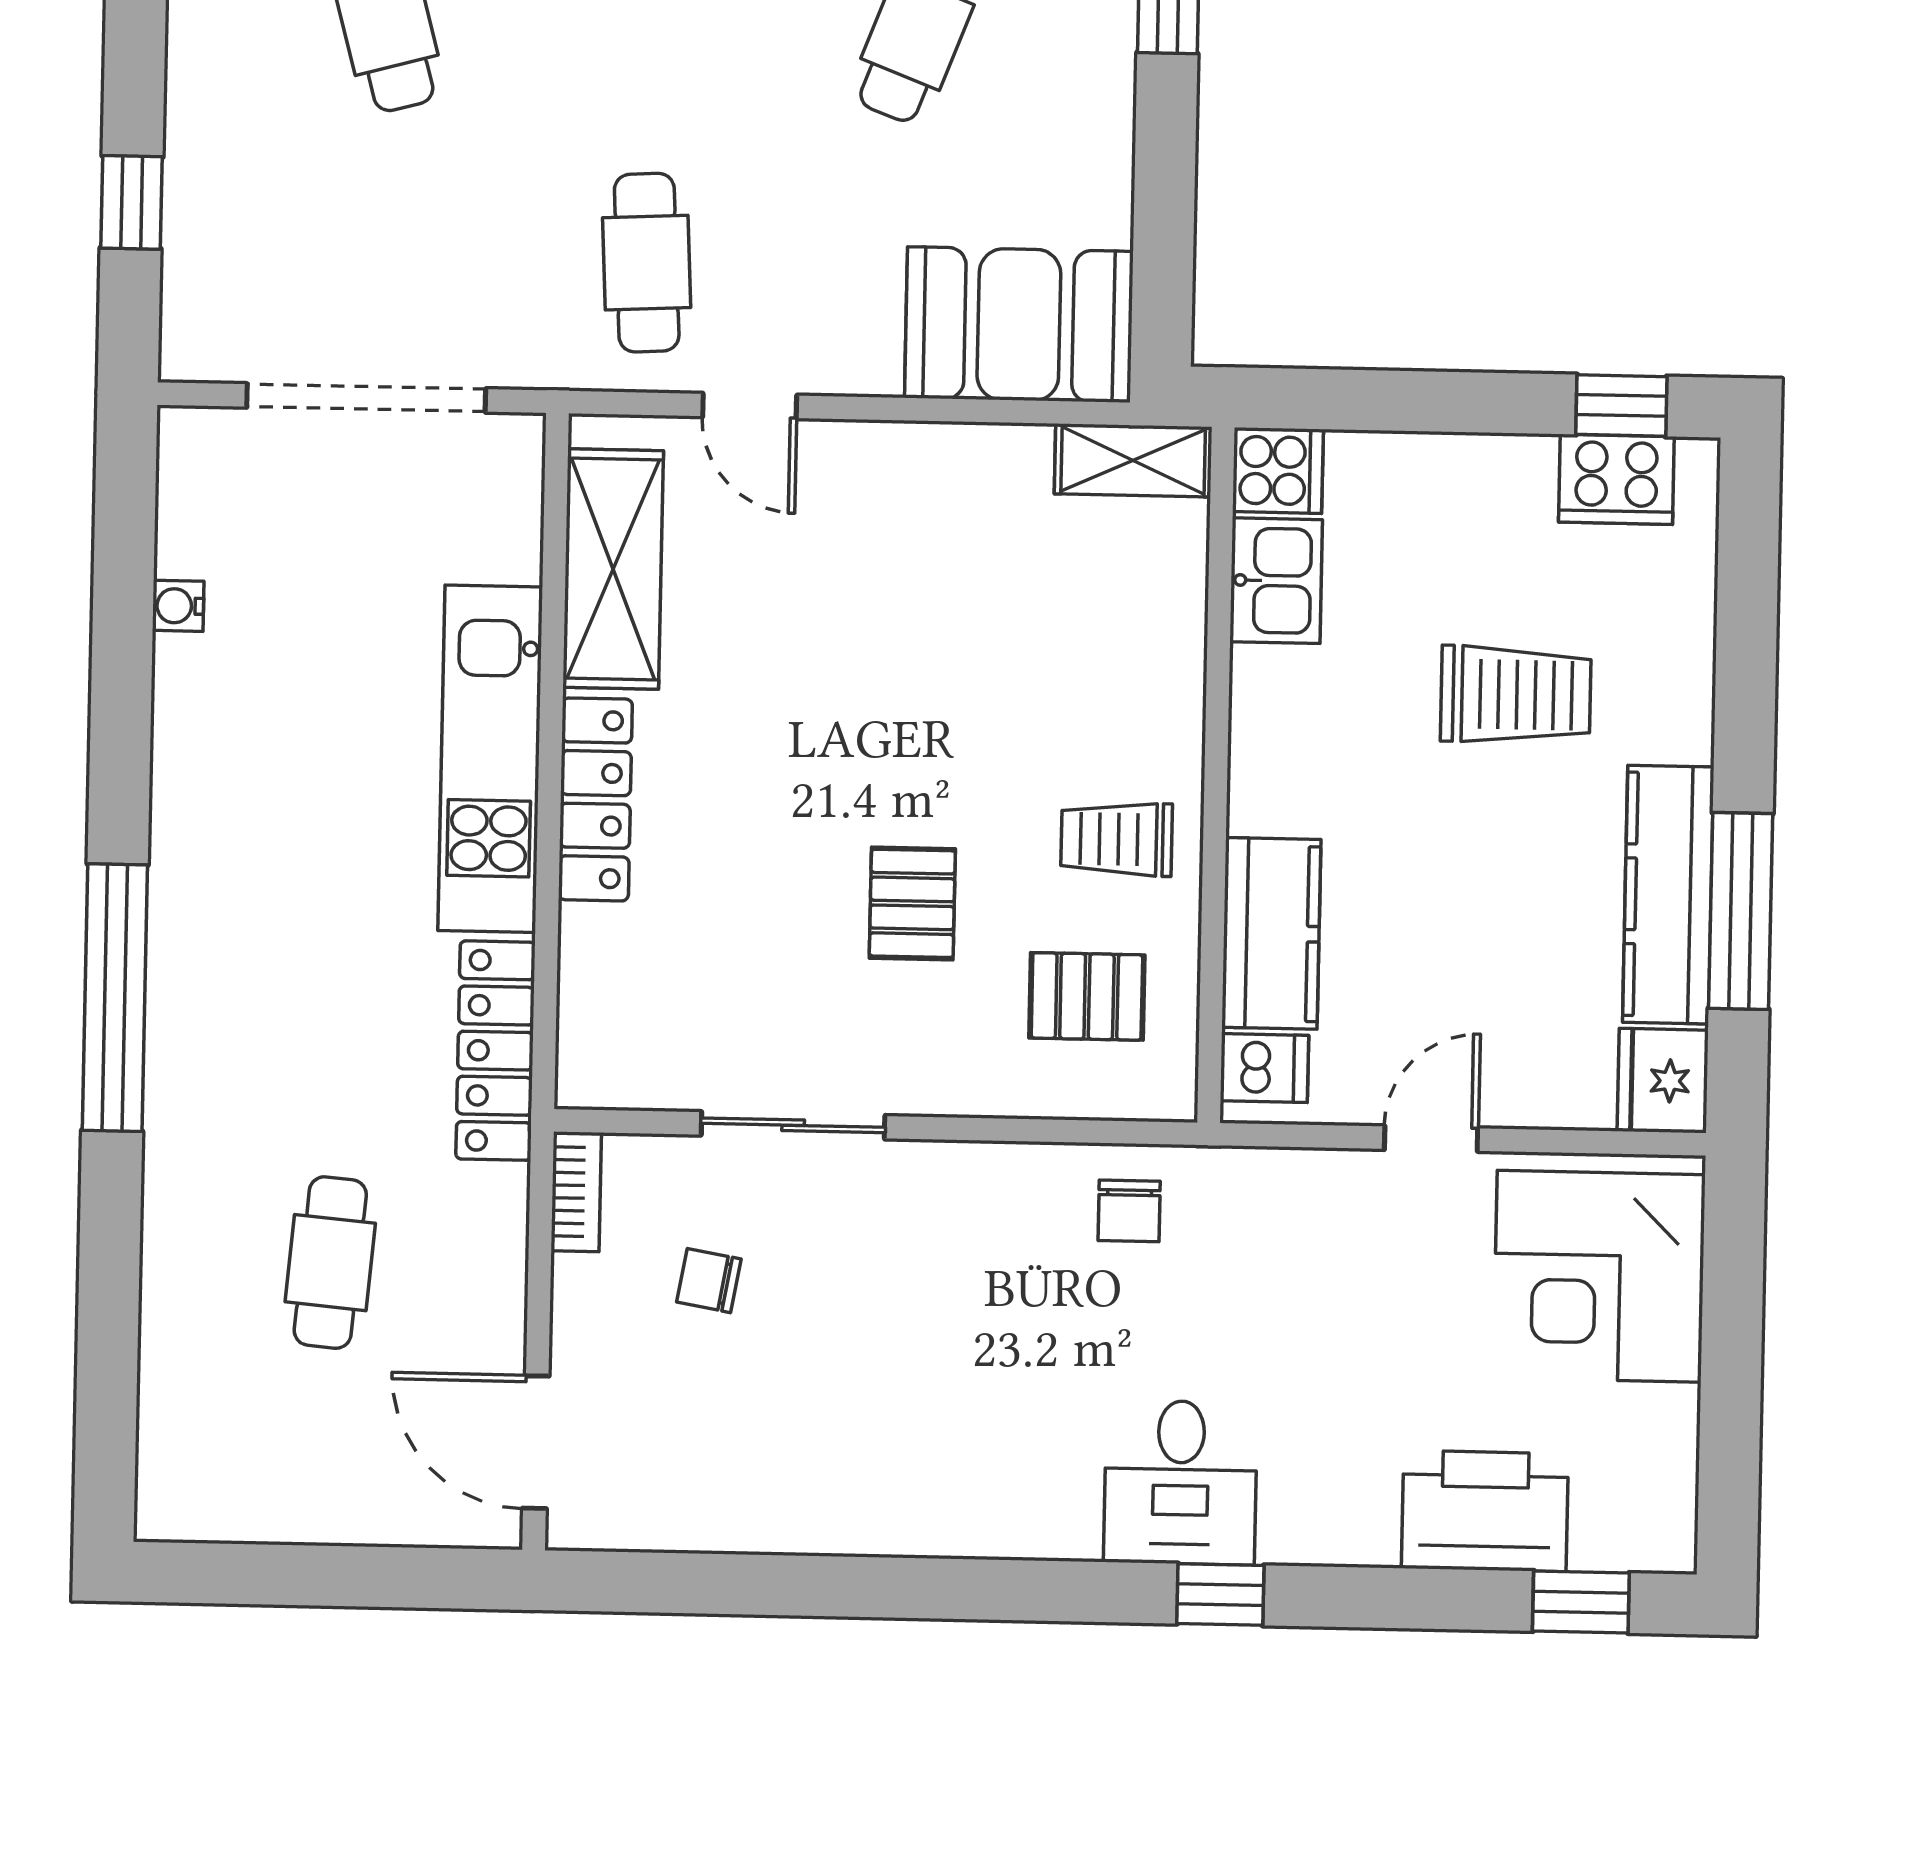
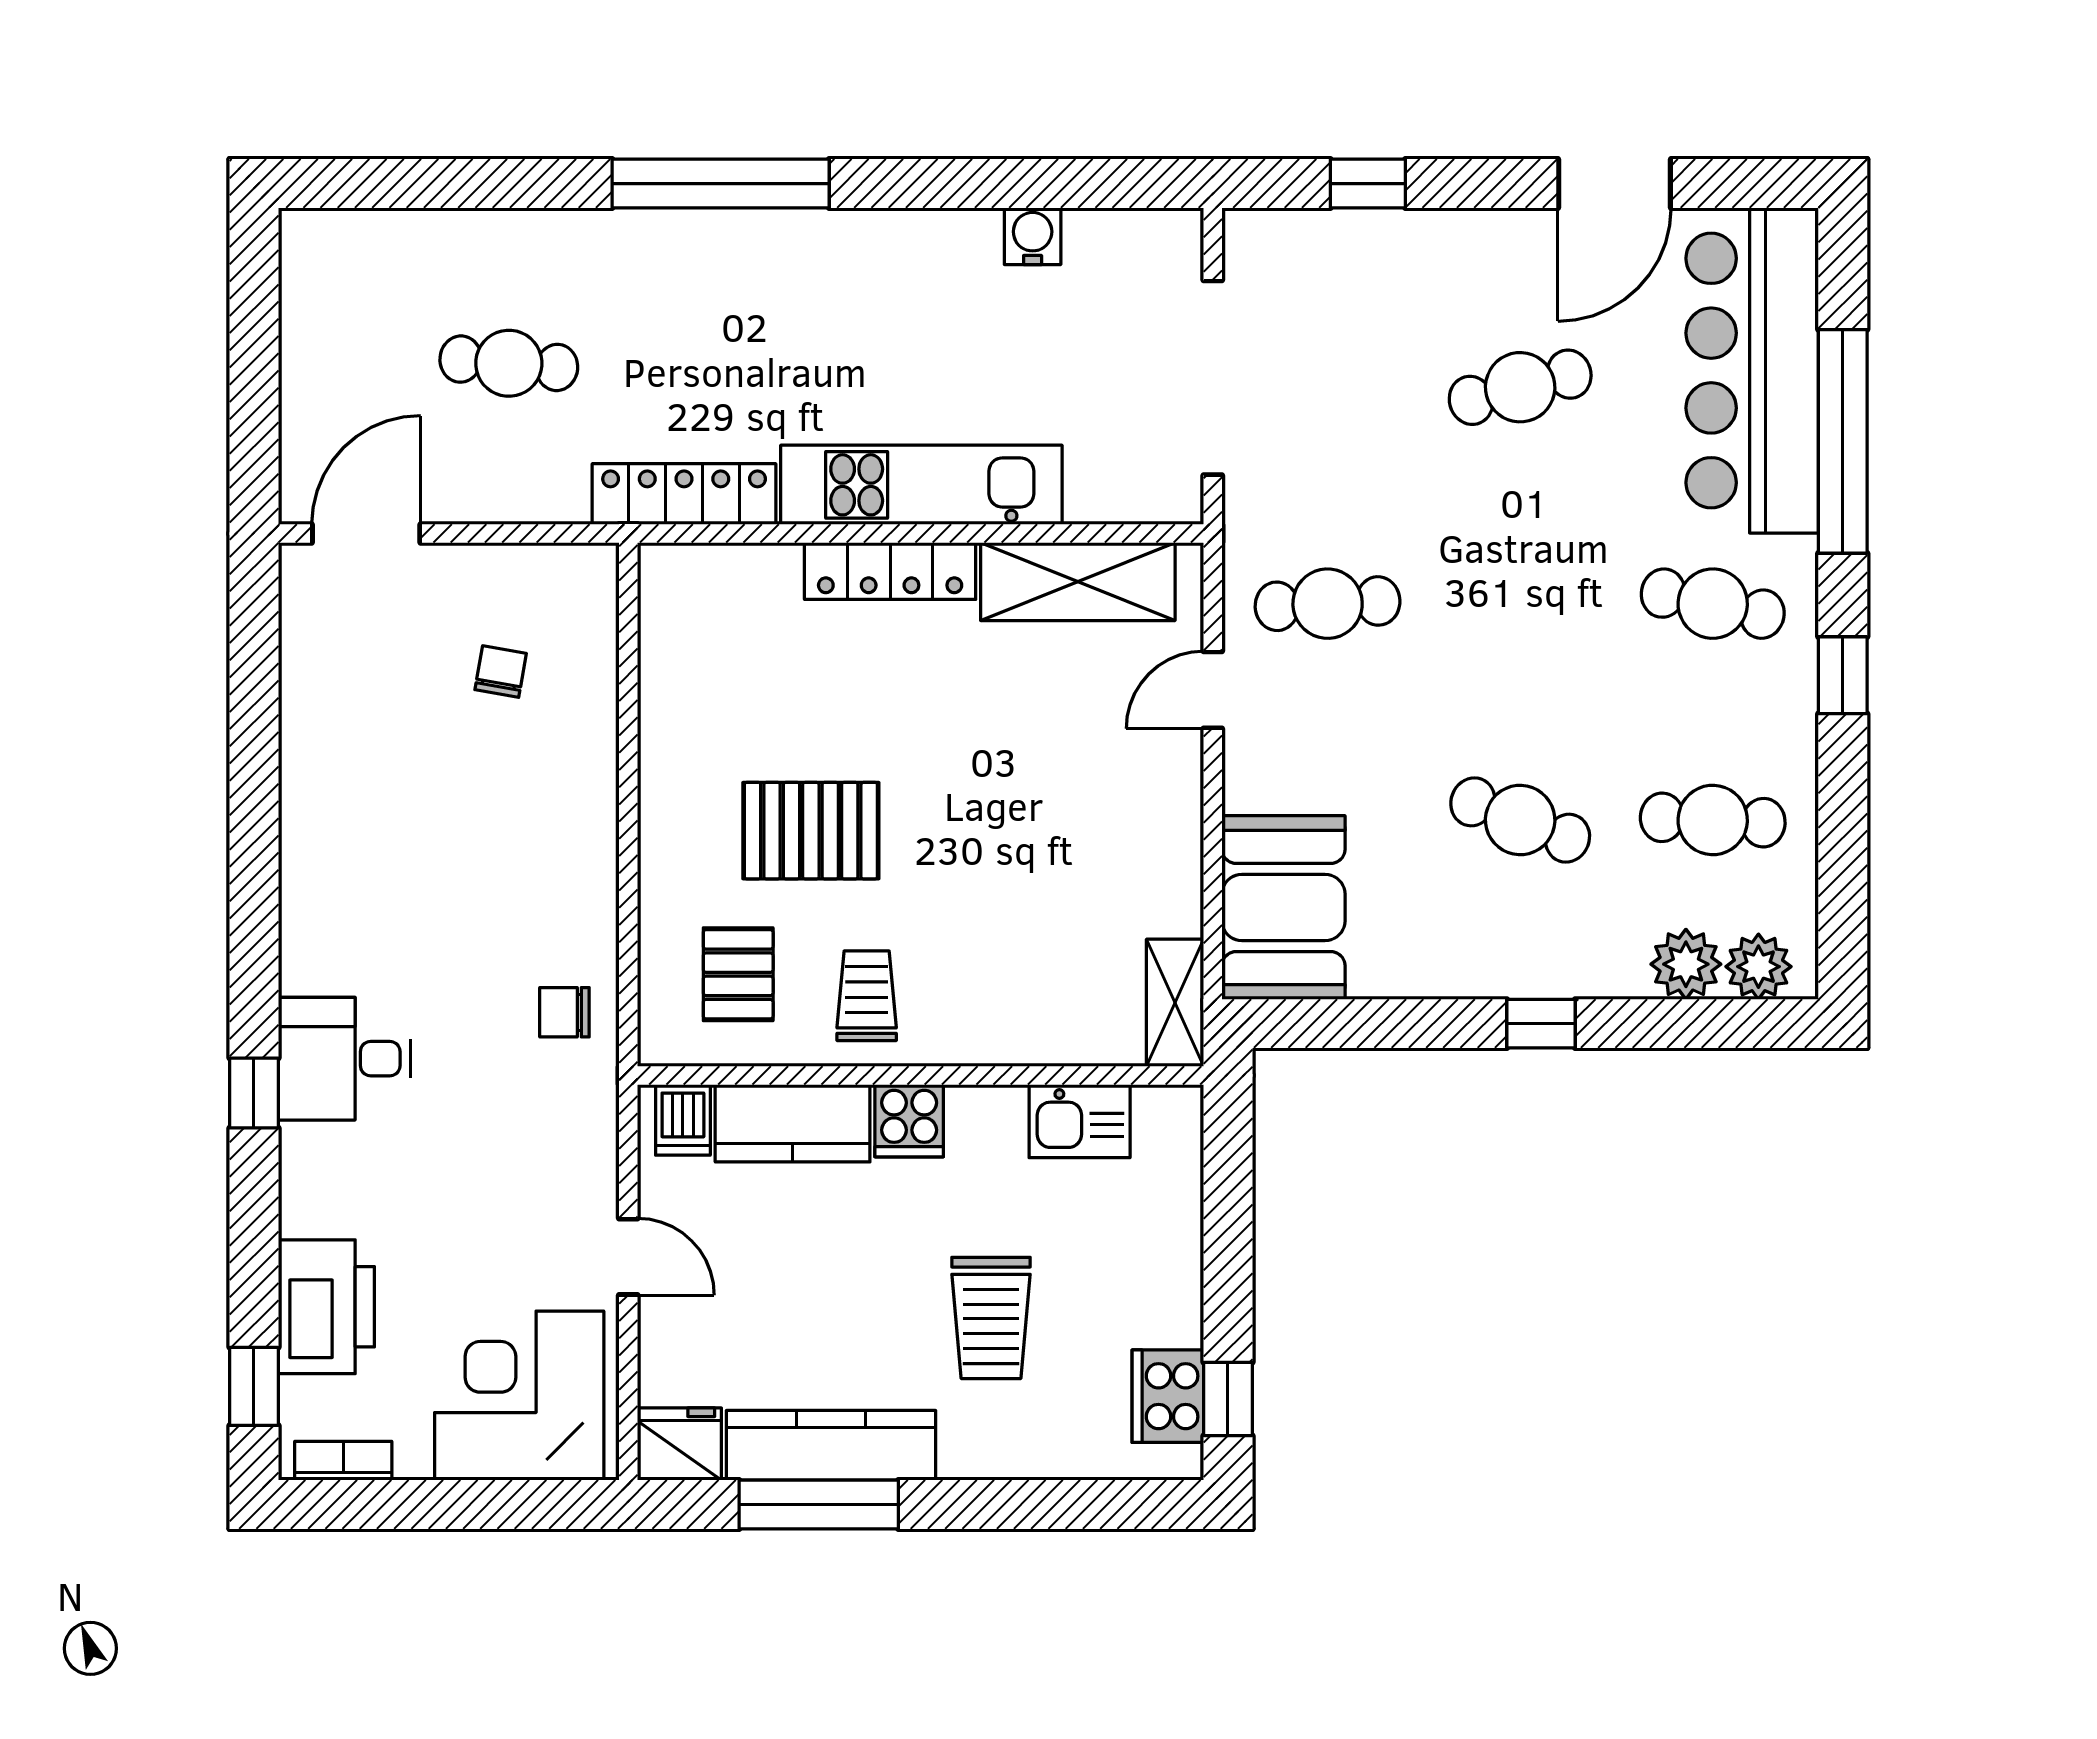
cooker: (1278, 471) -> (909, 1121), moved
water cooler: (178, 606) -> (1033, 236), width x1.38, depth x1.38
pallet: (912, 903) -> (811, 831), width x1.50, depth x1.42
sliding door: (793, 1125) -> (628, 737), removed
bookcase: (576, 1192) -> (343, 1461), moved, turned 180

